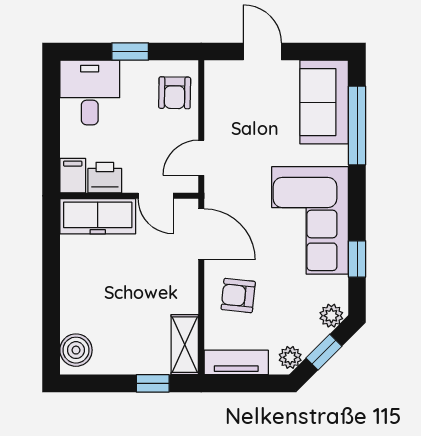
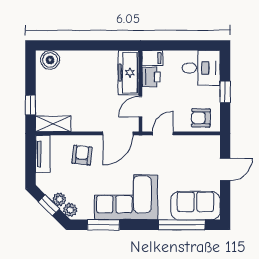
door: (201, 158) -> (163, 133), hinge flipped
window: (357, 259) -> (103, 225), width x1.50
plant: (290, 357) -> (59, 199), moved

